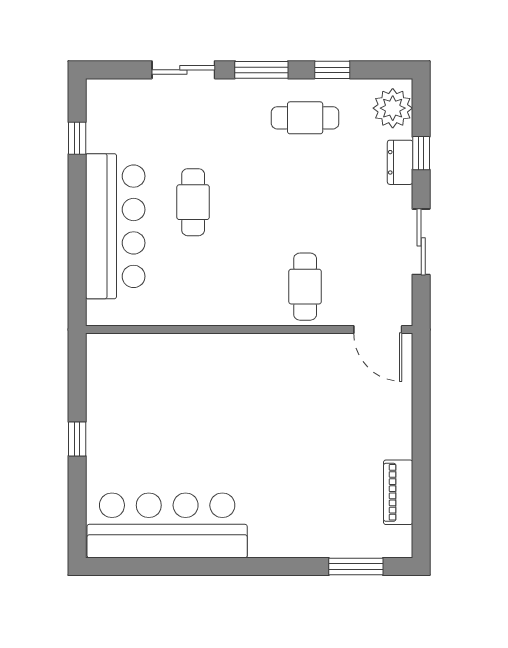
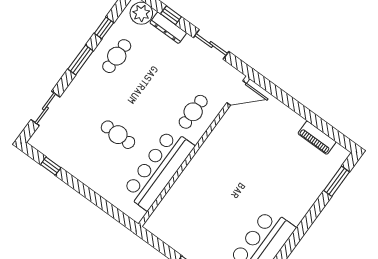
sliding door: (183, 70) -> (45, 108), moved
dresser: (400, 162) -> (168, 28), width x1.44
bar counter: (115, 226) -> (158, 169), moved, turned -90
cafe table: (305, 287) -> (193, 112), turned 90

